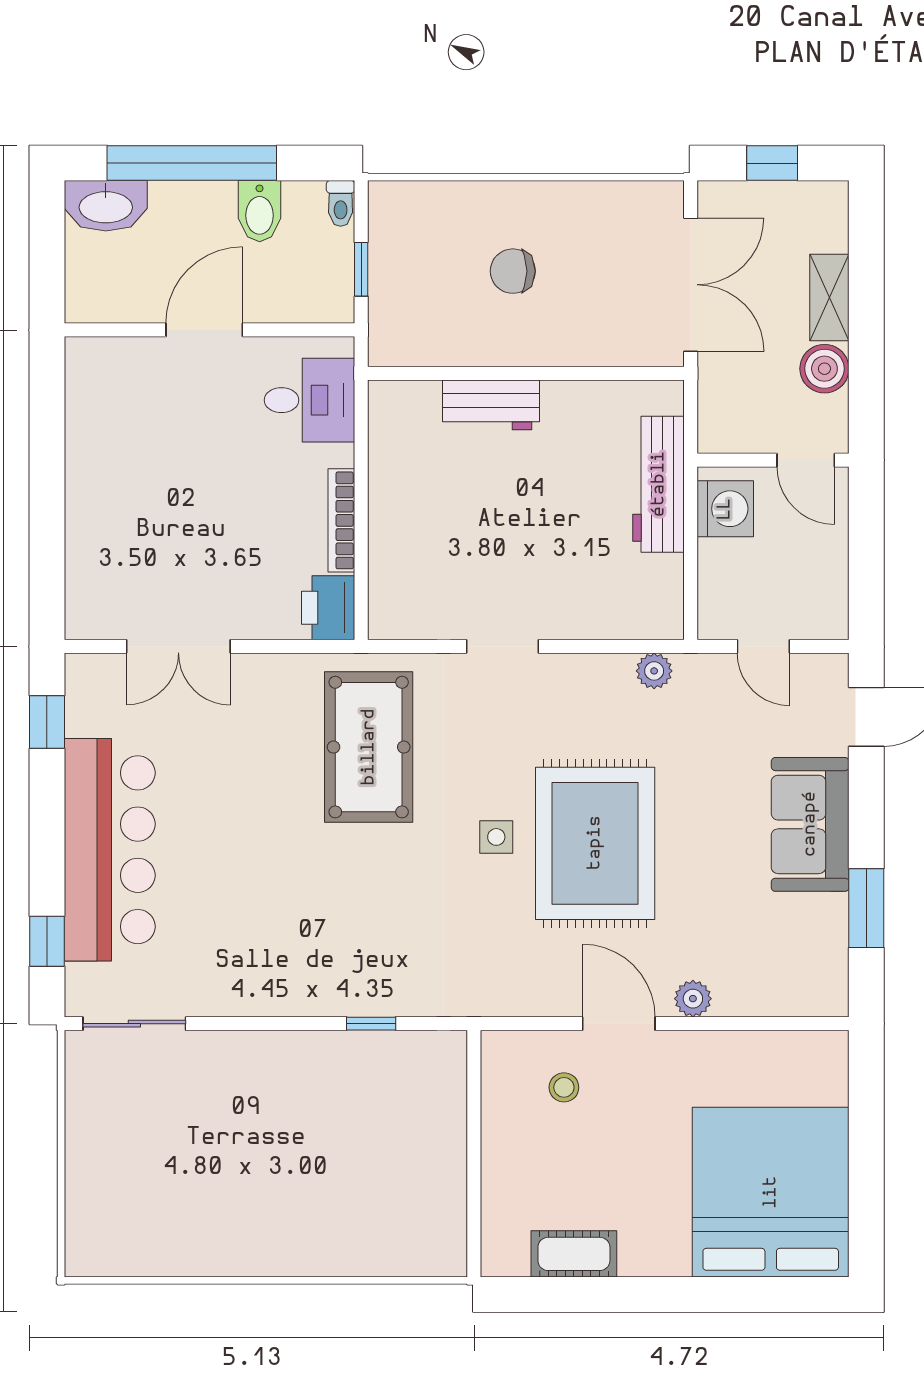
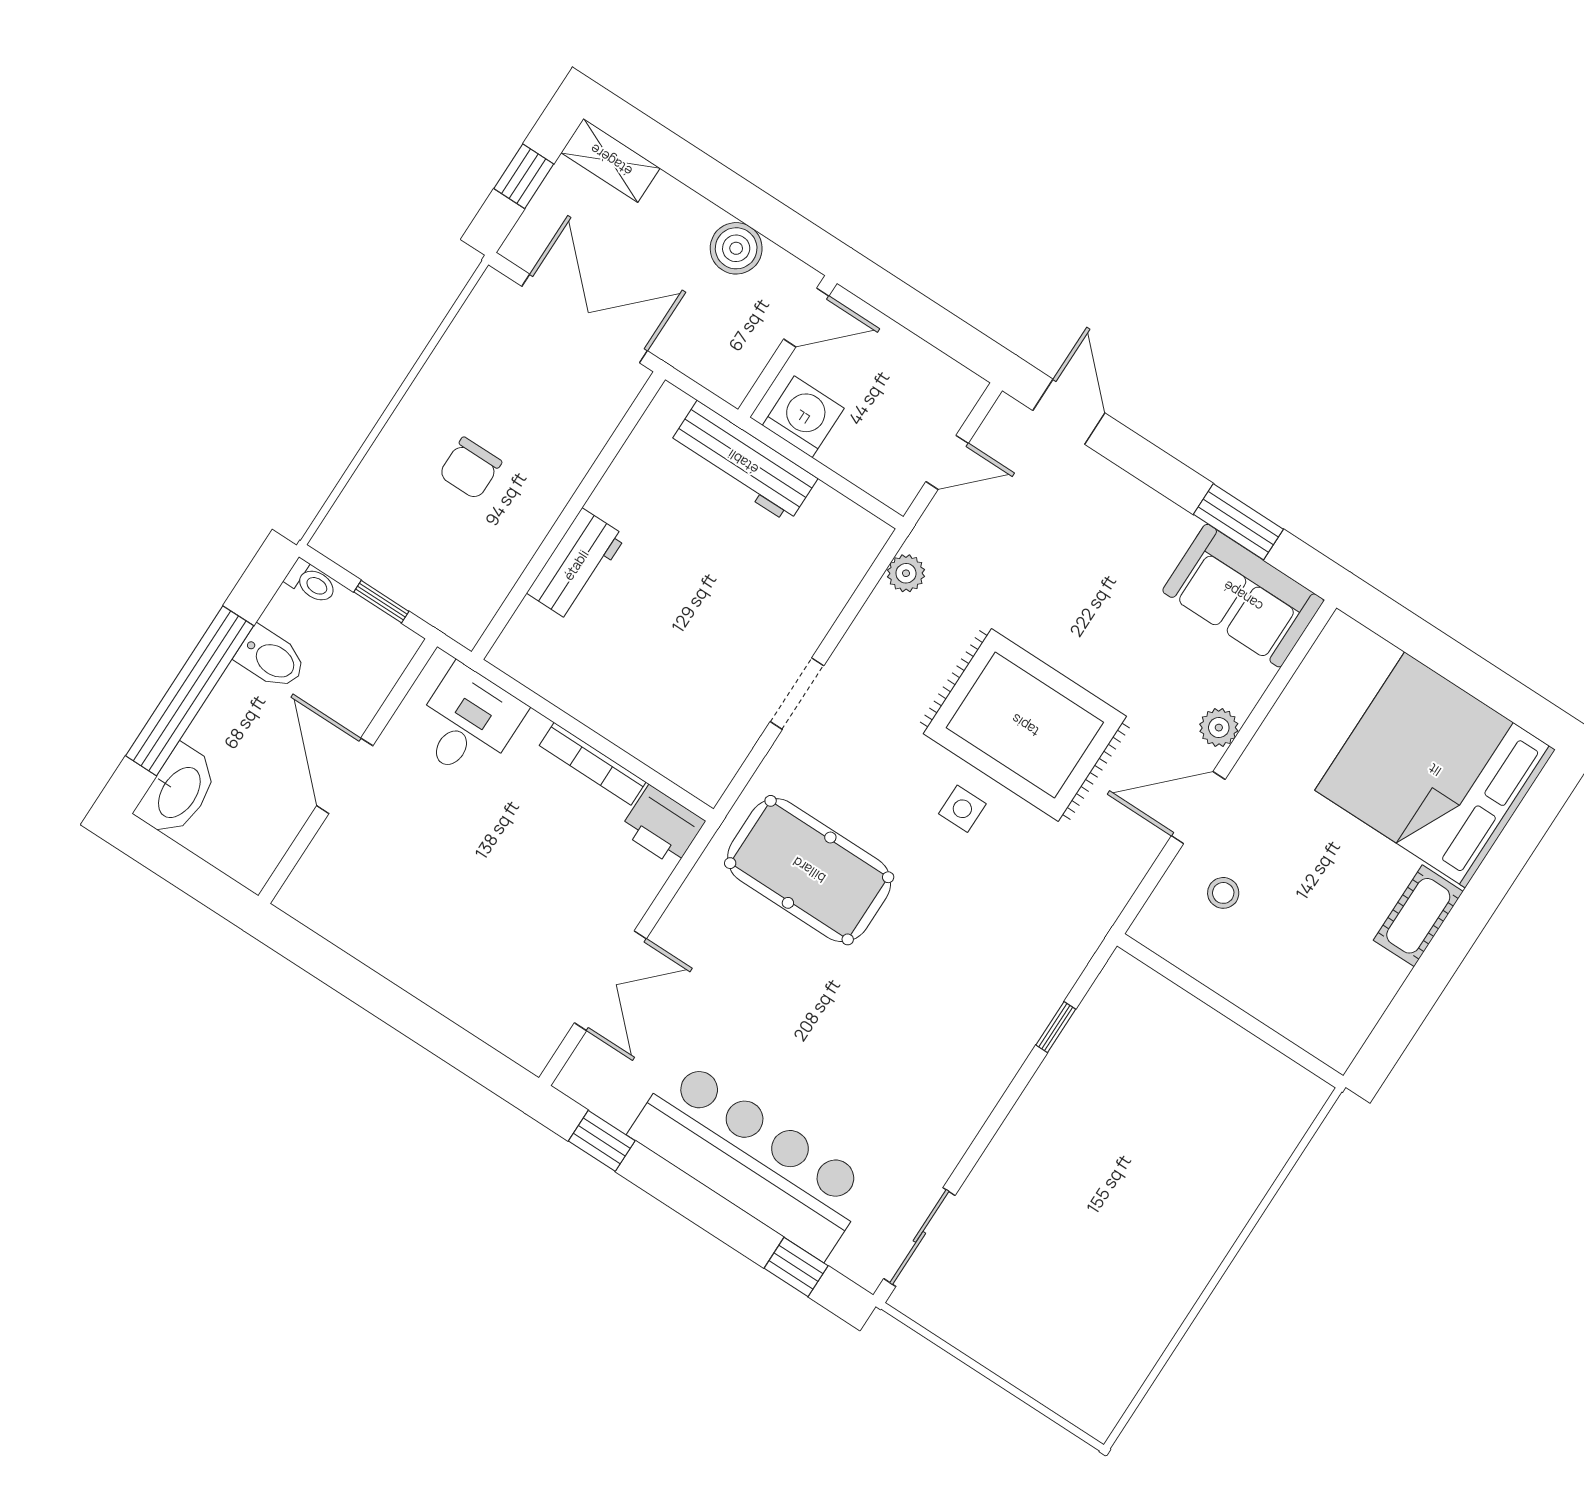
shelving: (829, 297) -> (611, 160), moved
sofa: (810, 824) -> (1243, 596), moved
cot: (574, 1254) -> (1418, 916), moved

